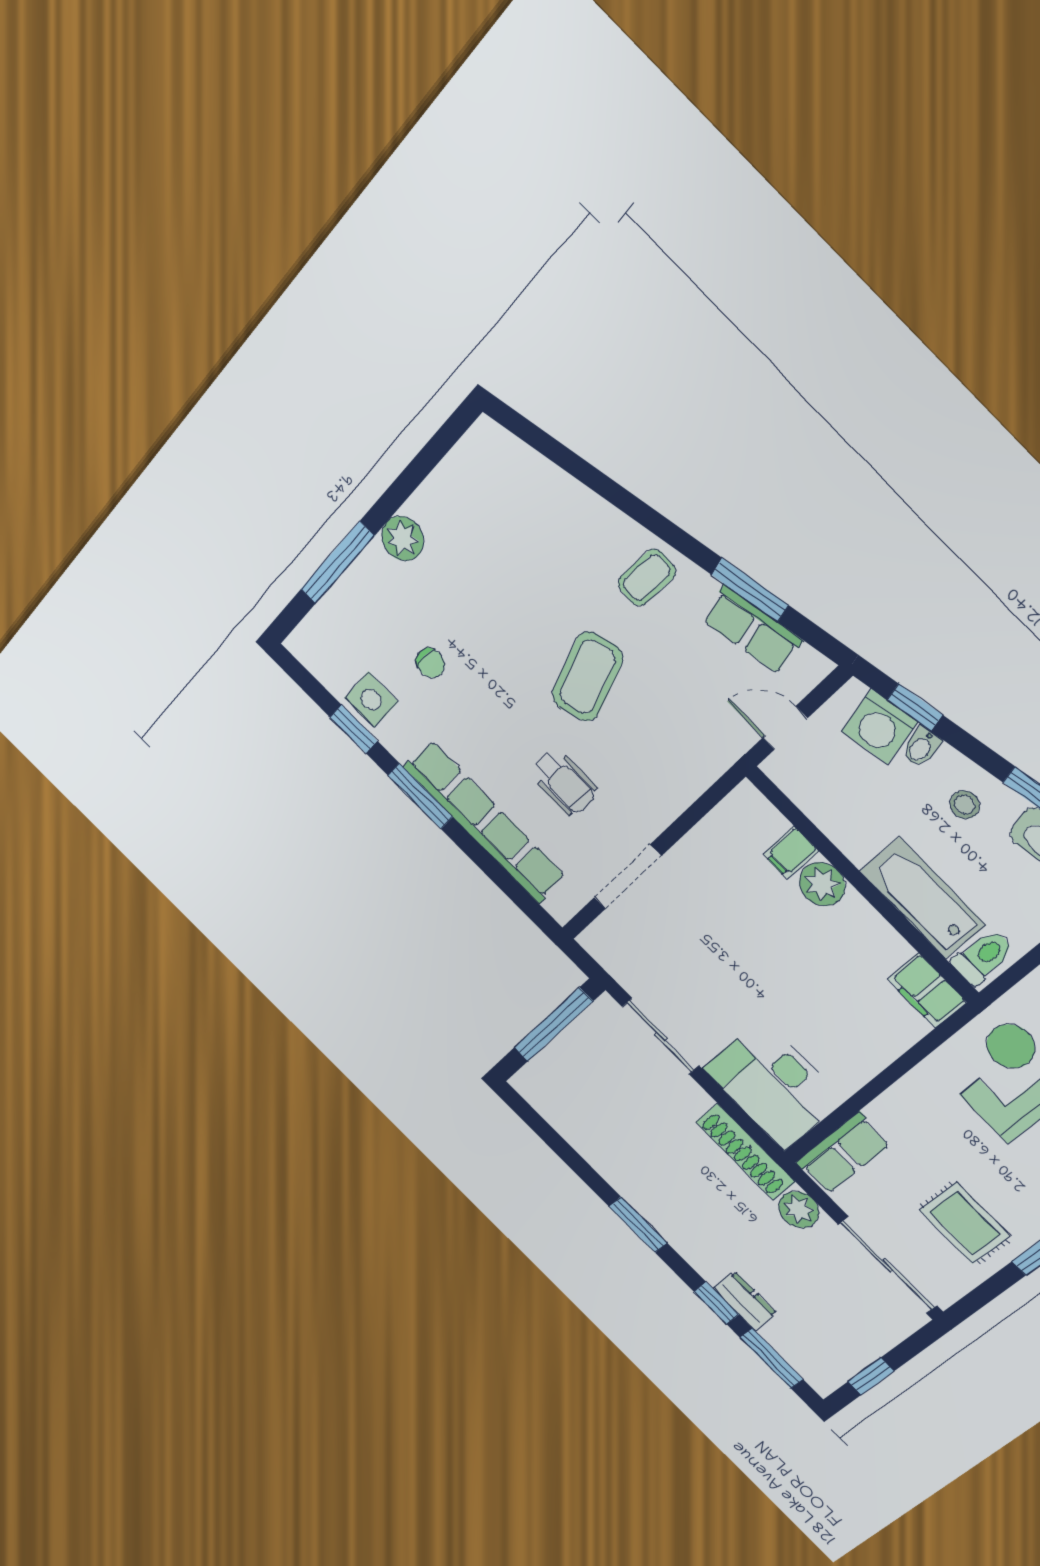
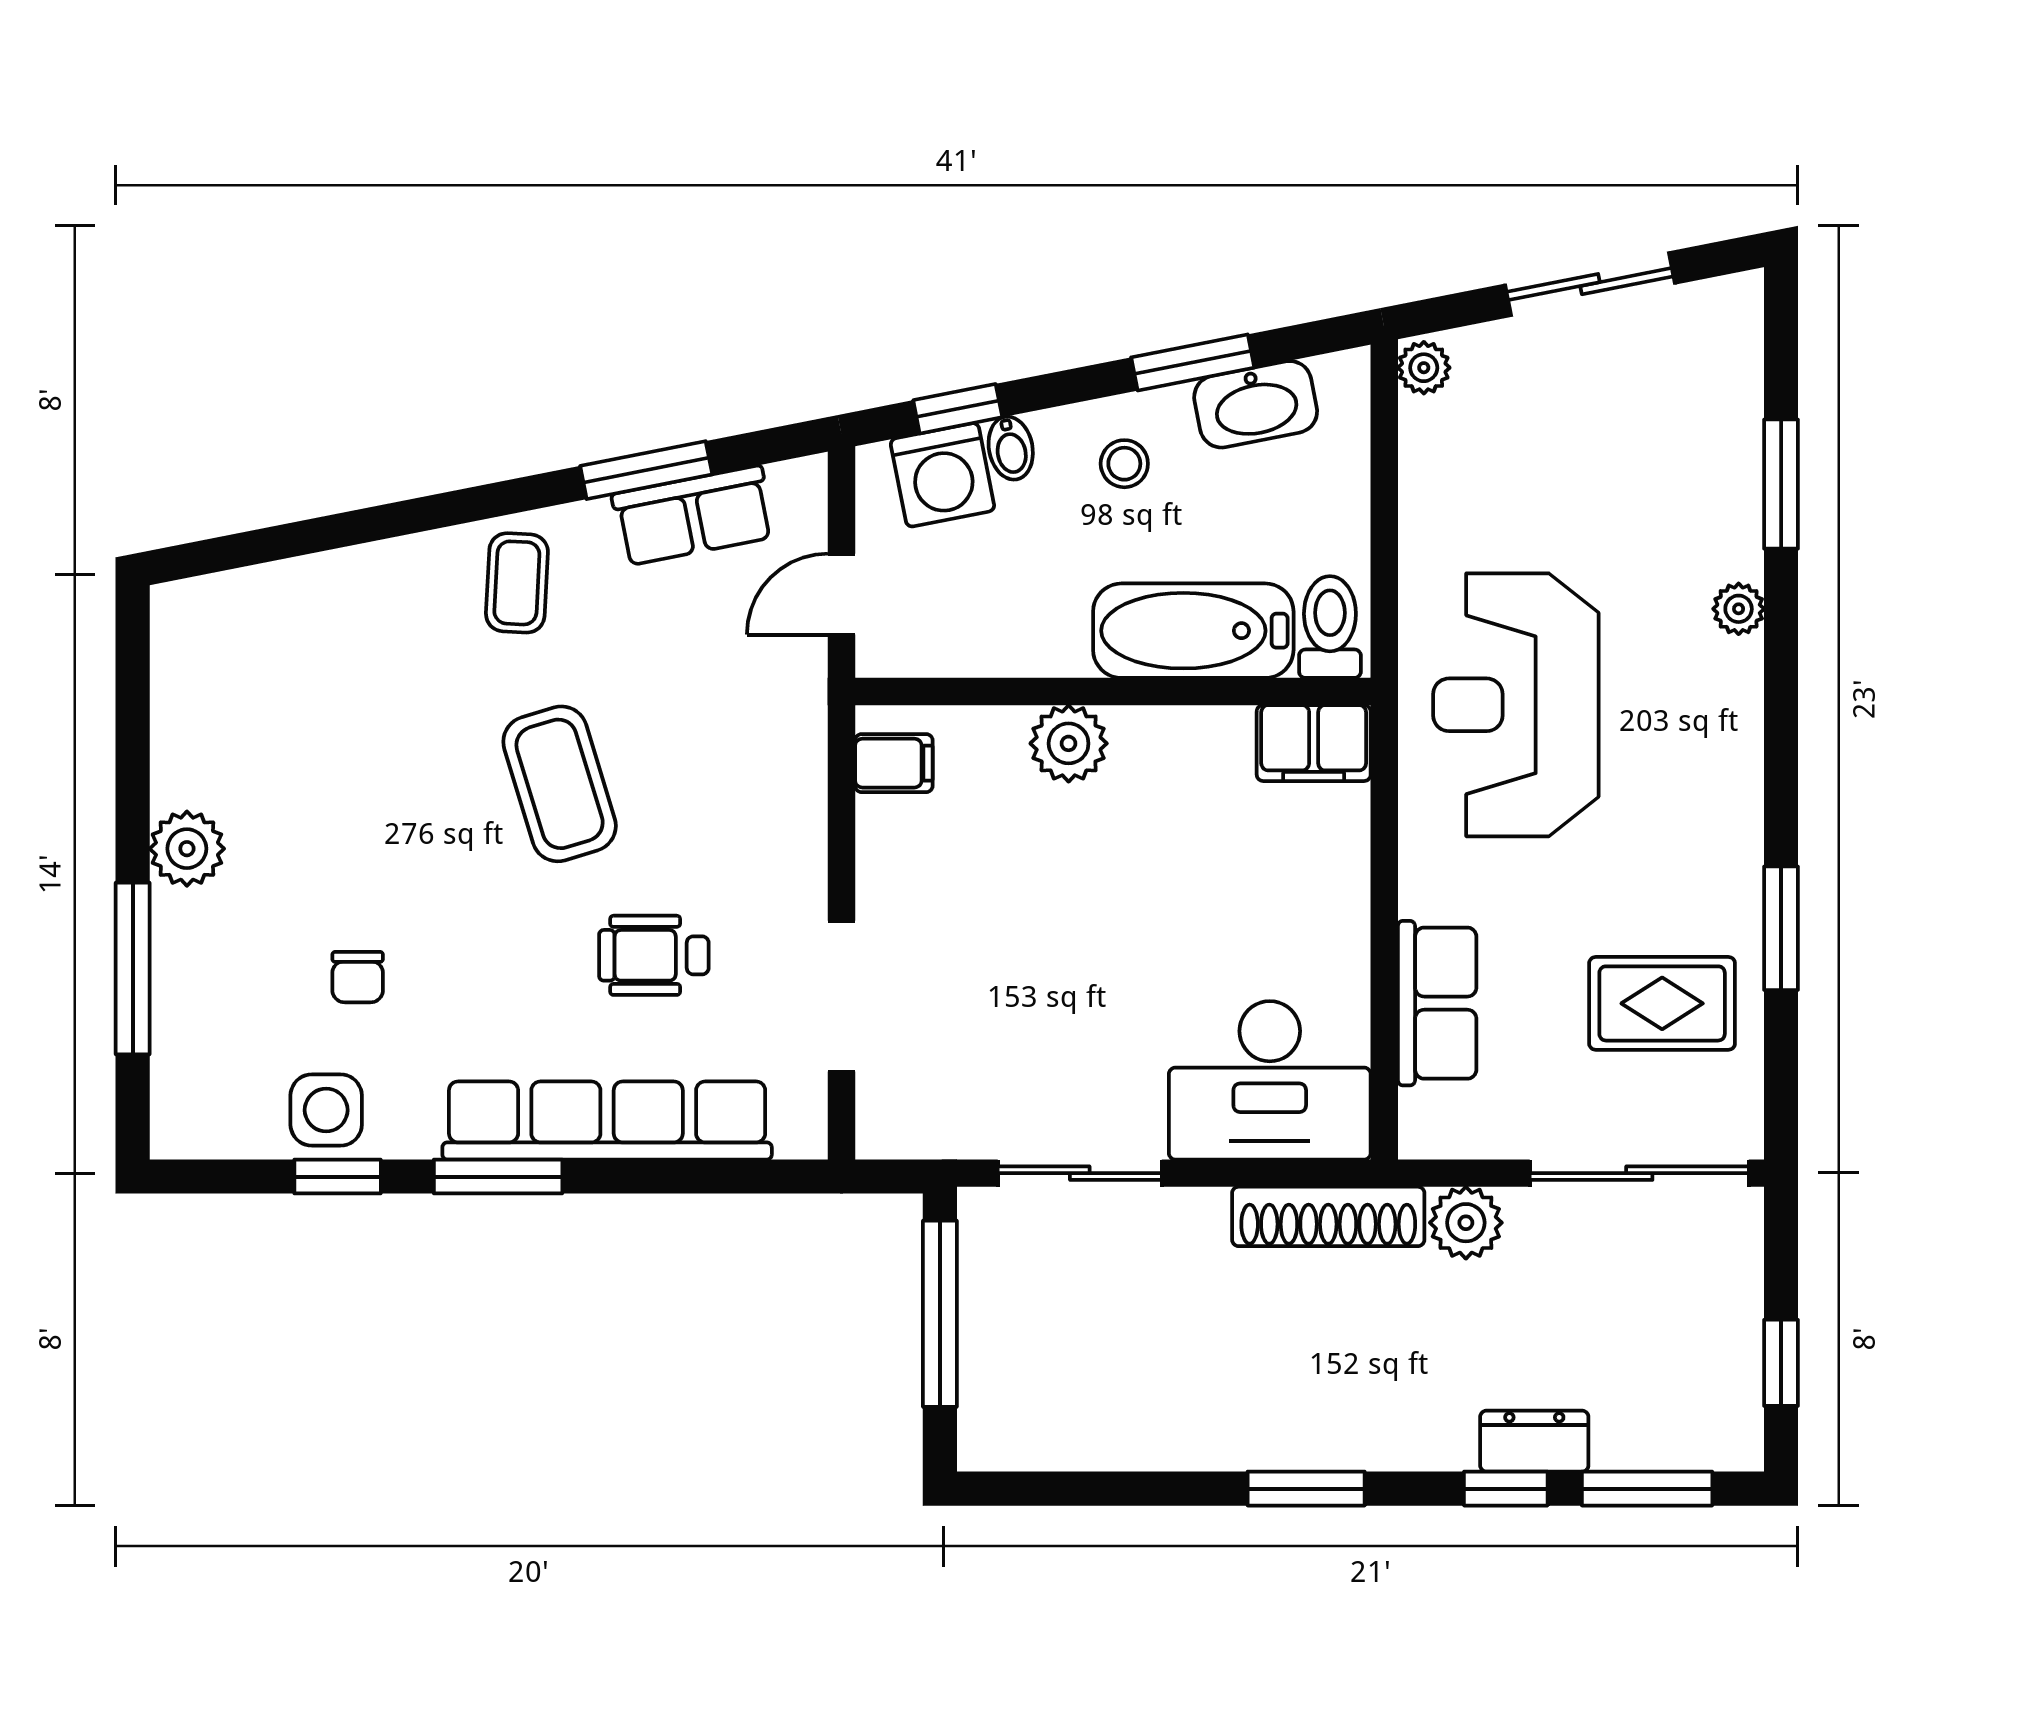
chair: (430, 663) -> (358, 977), turned 90
wheelchair: (564, 782) -> (654, 955), turned 180
filing cabinet: (791, 853) -> (894, 763), moved, turned -90
row of seats: (843, 1153) -> (1437, 1003), moved

